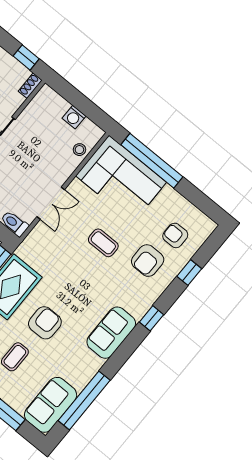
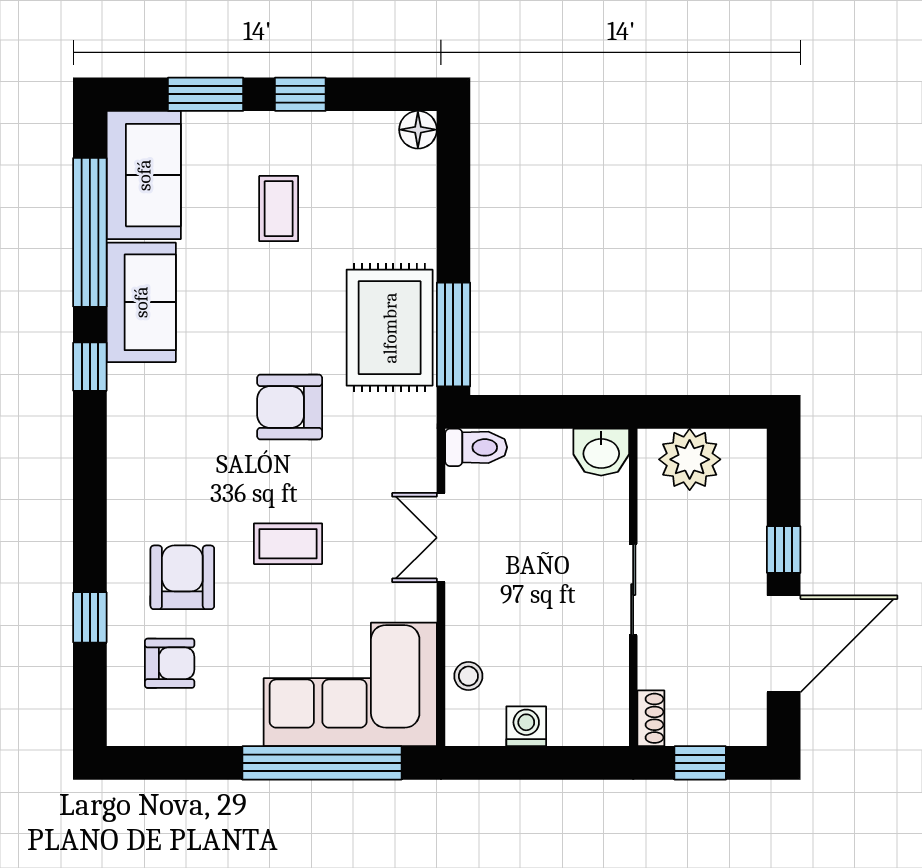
window: (152, 318) -> (90, 367), moved
armchair: (45, 323) -> (290, 407), moved, turned 90
sofa: (111, 333) -> (141, 302), moved

